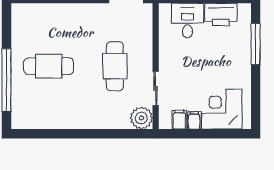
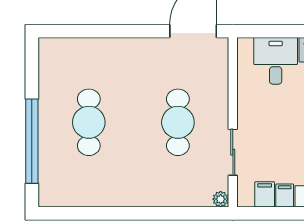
cafe table: (49, 66) -> (89, 122), turned 90
plant: (141, 118) -> (221, 199), width x0.53, depth x0.53

